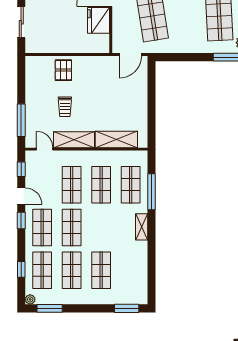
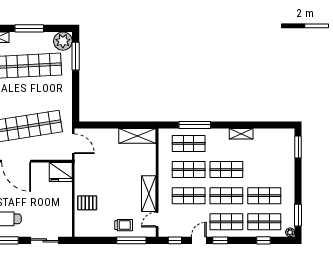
fridge: (98, 20) -> (61, 172), moved
trolley: (65, 107) -> (124, 225), moved
shelving: (116, 139) -> (137, 136), moved, turned 90
shelving: (142, 227) -> (241, 134), moved
shop shelf: (101, 270) -> (226, 170), moved

